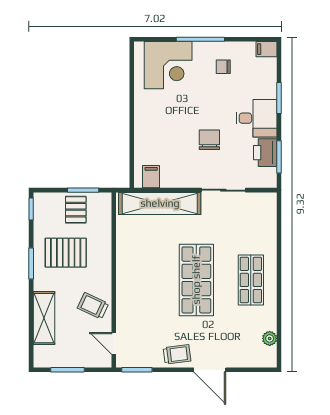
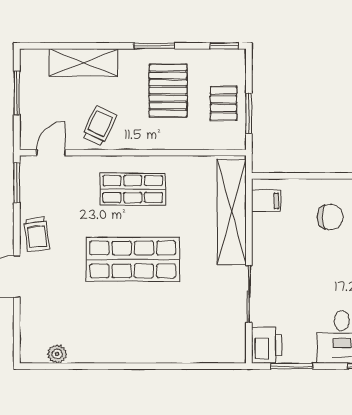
chair: (209, 140) -> (330, 217), moved
printer: (265, 153) -> (267, 345), moved, turned 90
pallet: (76, 210) -> (223, 104), turned 90
shop shelf: (251, 280) -> (133, 189), moved

